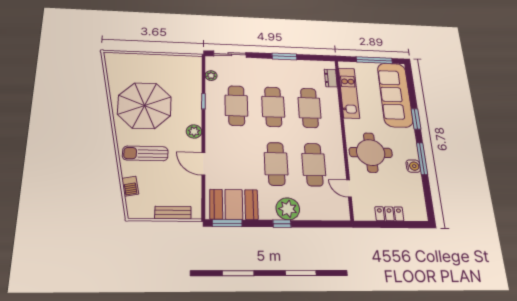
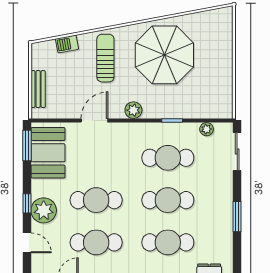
door: (319, 224) -> (27, 243), added

